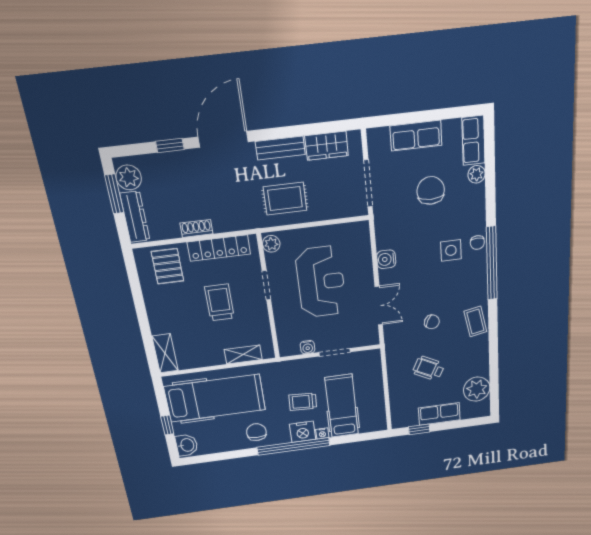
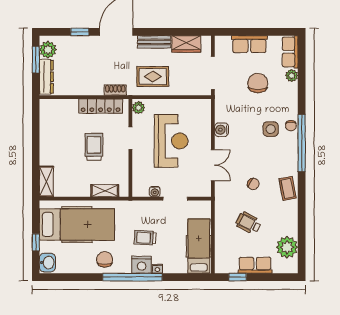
shoe rack: (196, 228) -> (115, 90), moved
pallet: (167, 266) -> (62, 115), removed
hospital bed: (342, 406) -> (199, 246), moved

